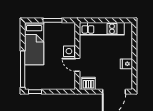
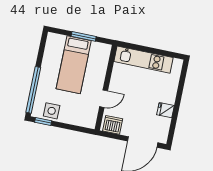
bed: (34, 44) -> (74, 65), moved
side table: (69, 51) -> (52, 111), moved
door: (77, 65) -> (104, 99), swing flipped

